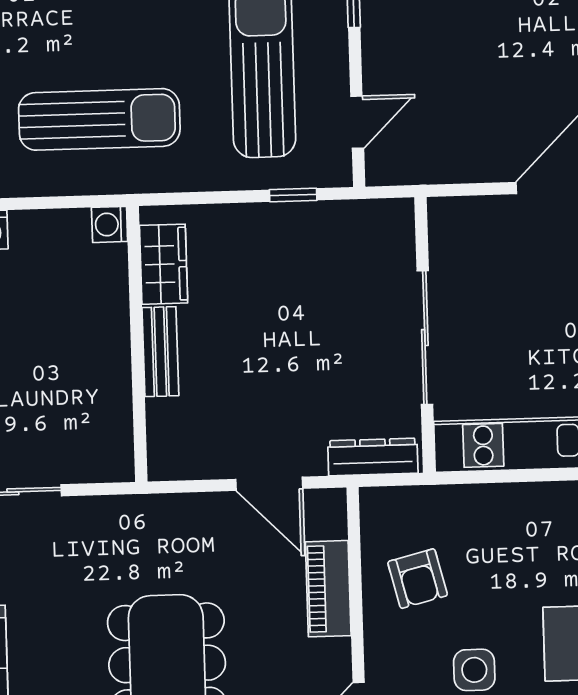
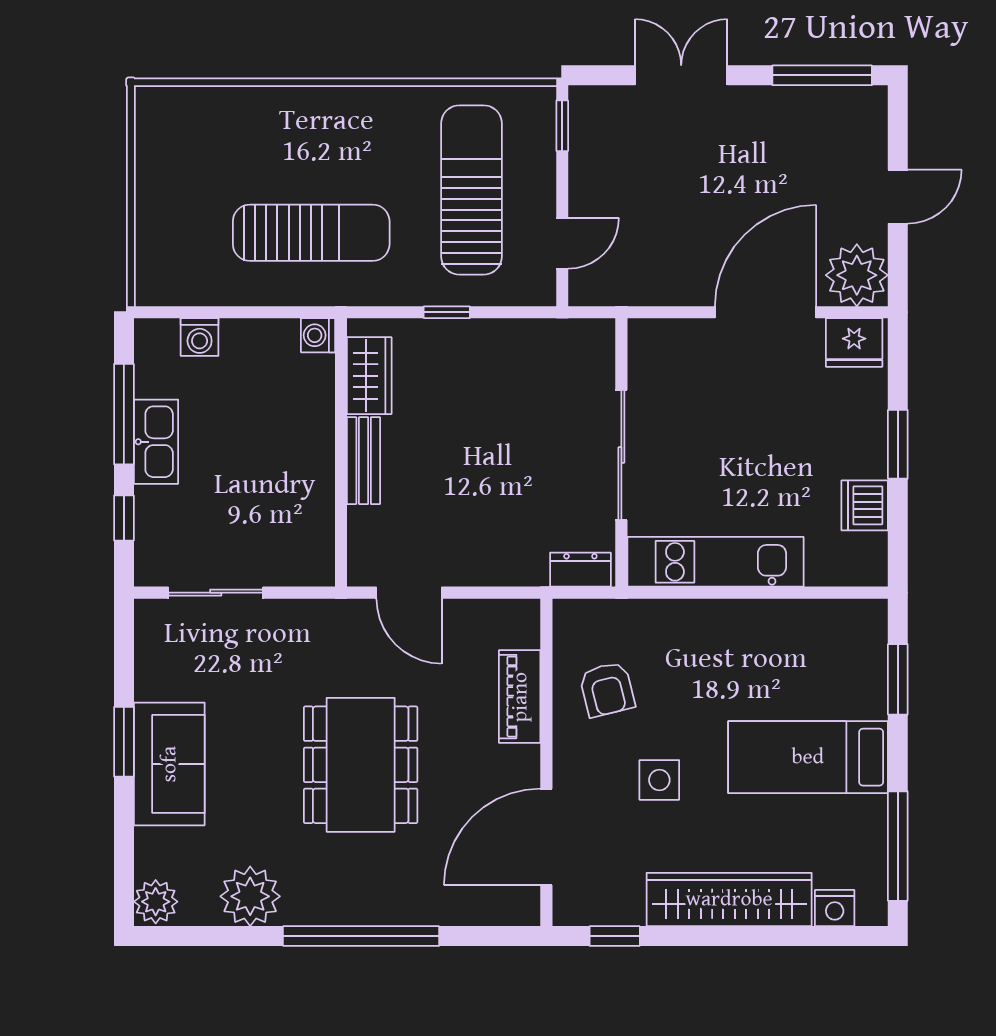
window: (293, 195) -> (447, 312), moved
dresser: (373, 457) -> (580, 570), width x0.70
door: (269, 484) -> (409, 593), moved

